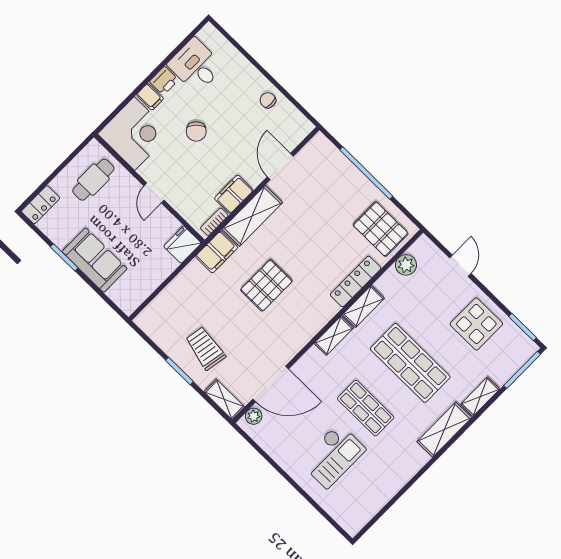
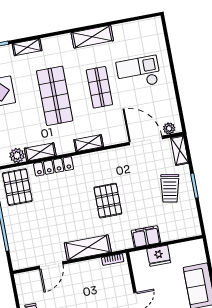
filing cabinet: (234, 194) -> (90, 268), removed
fridge: (182, 245) -> (159, 256), moved
filing cabinet: (217, 252) -> (146, 237), moved
pallet: (266, 285) -> (108, 201), turned 90
shelving: (363, 306) -> (40, 152), moved
shelving: (444, 430) -> (92, 37), moved

